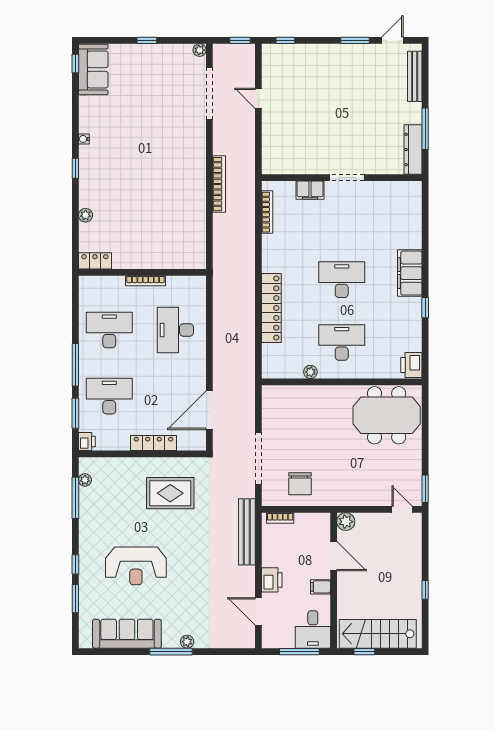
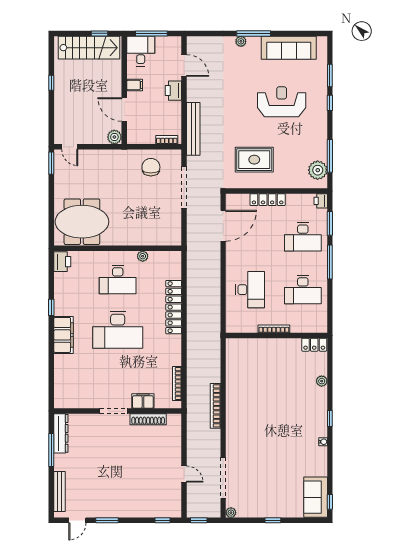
shoe rack: (303, 167) -> (148, 419), added
desk: (342, 280) -> (118, 330), width x1.36, depth x1.30
plant: (85, 480) -> (318, 170), width x1.88, depth x1.88

